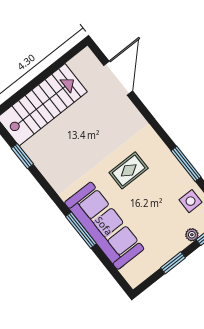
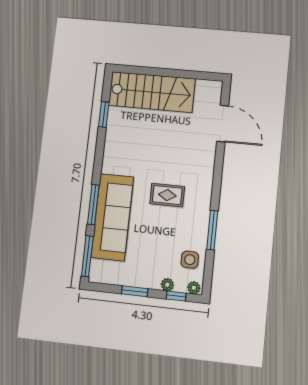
door: (118, 78) -> (223, 124), hinge flipped
window: (114, 272) -> (87, 256), added

